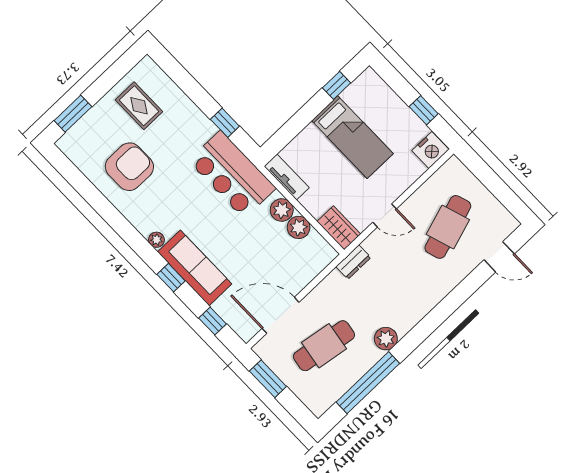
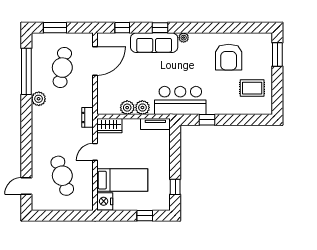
window: (424, 110) -> (145, 216), moved
bed: (352, 137) -> (122, 180), moved, turned 180
window: (268, 379) -> (55, 28), moved

